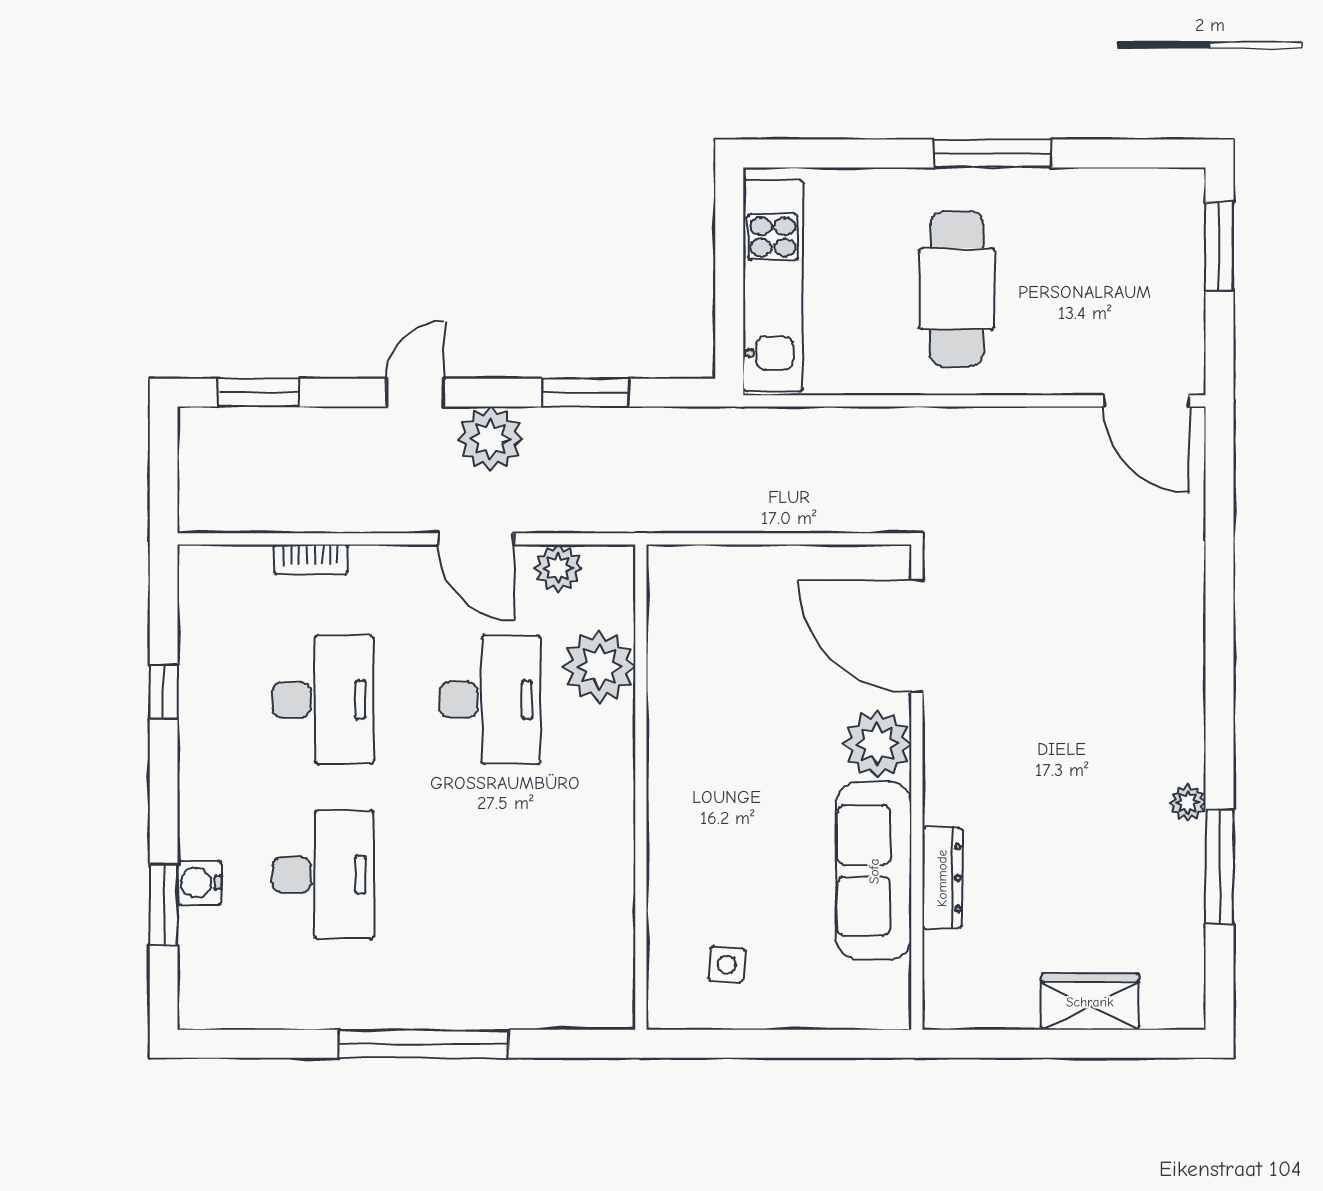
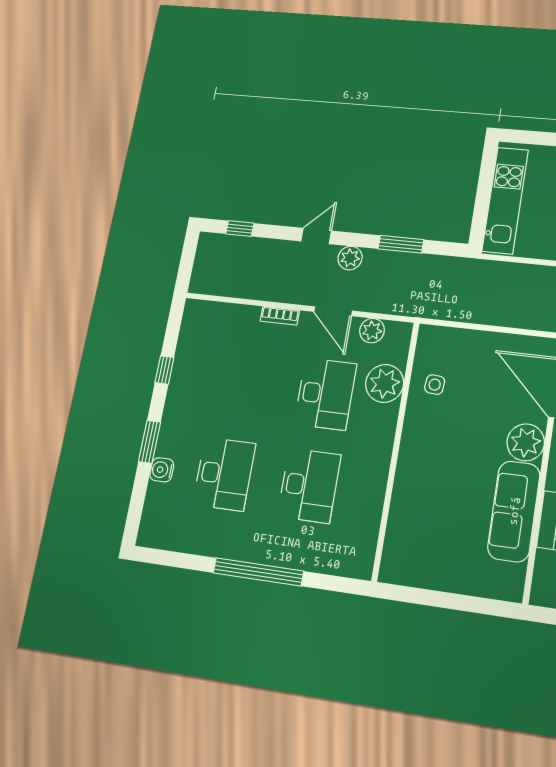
window: (258, 393) -> (240, 229), width x0.67
plant: (490, 439) -> (350, 258), width x0.73, depth x0.73
bookcase: (311, 559) -> (280, 316), moved
desk: (323, 700) -> (309, 486), moved
window: (164, 905) -> (150, 442), moved
side table: (727, 965) -> (435, 385), moved

